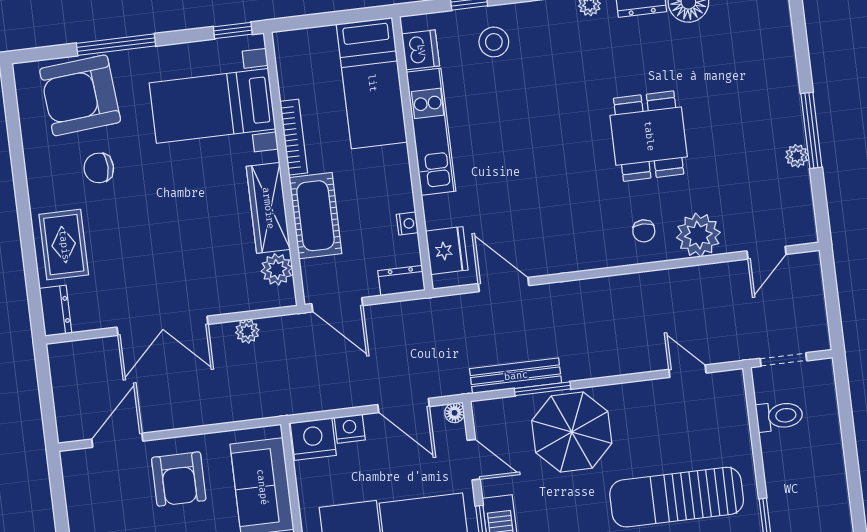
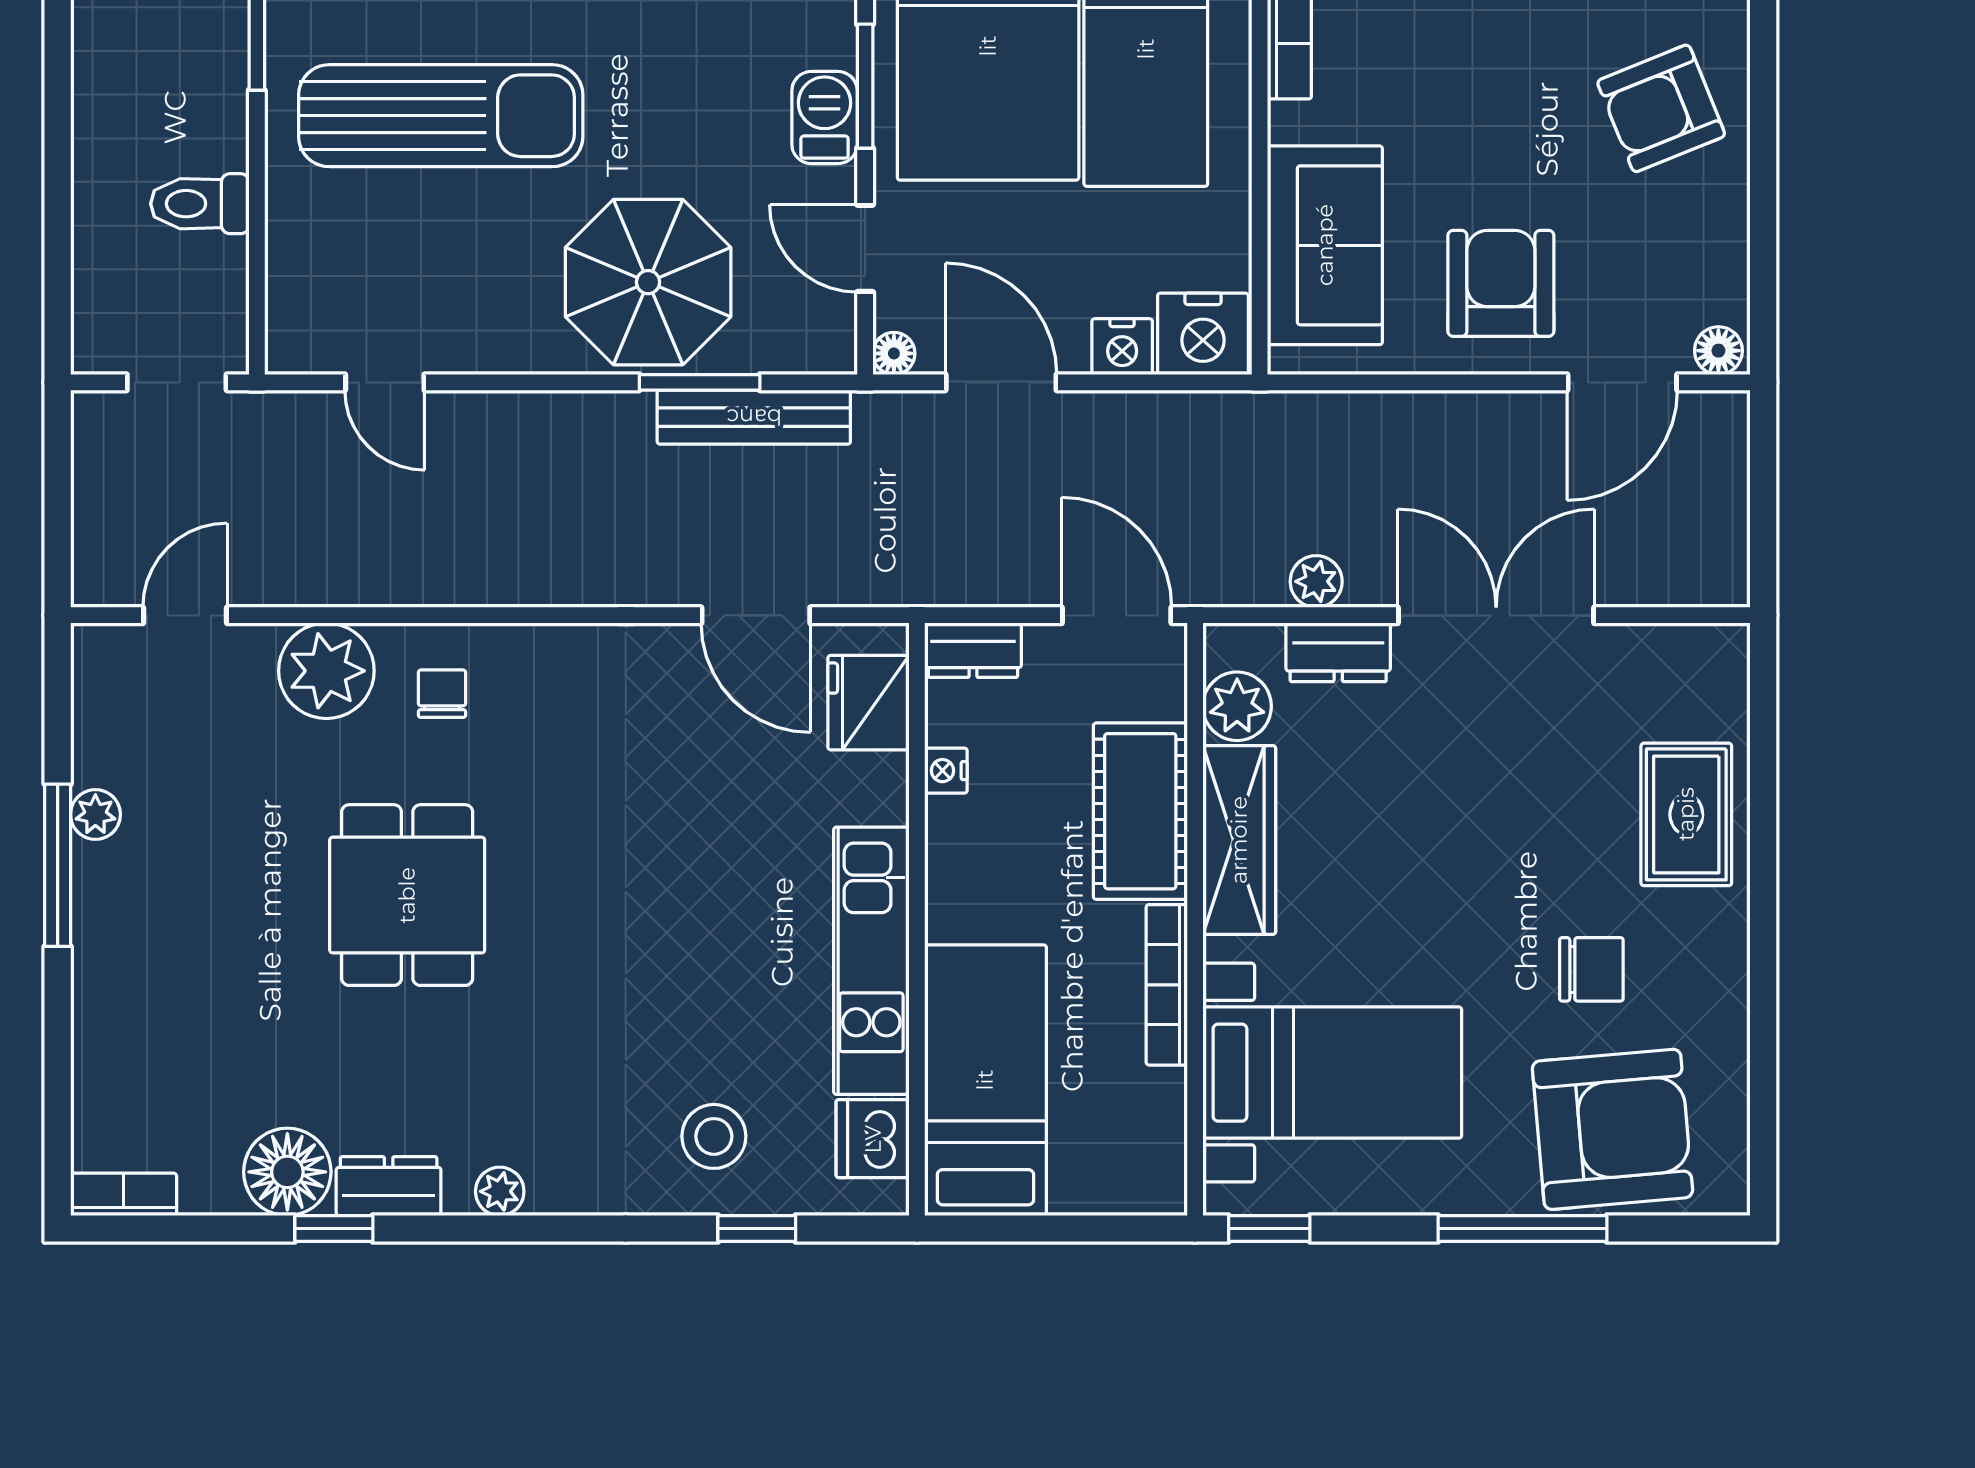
dresser: (56, 311) -> (1338, 652), moved, turned -90
toilet: (779, 416) -> (200, 204), moved
floor lamp: (75, 460) -> (1718, 351), added

